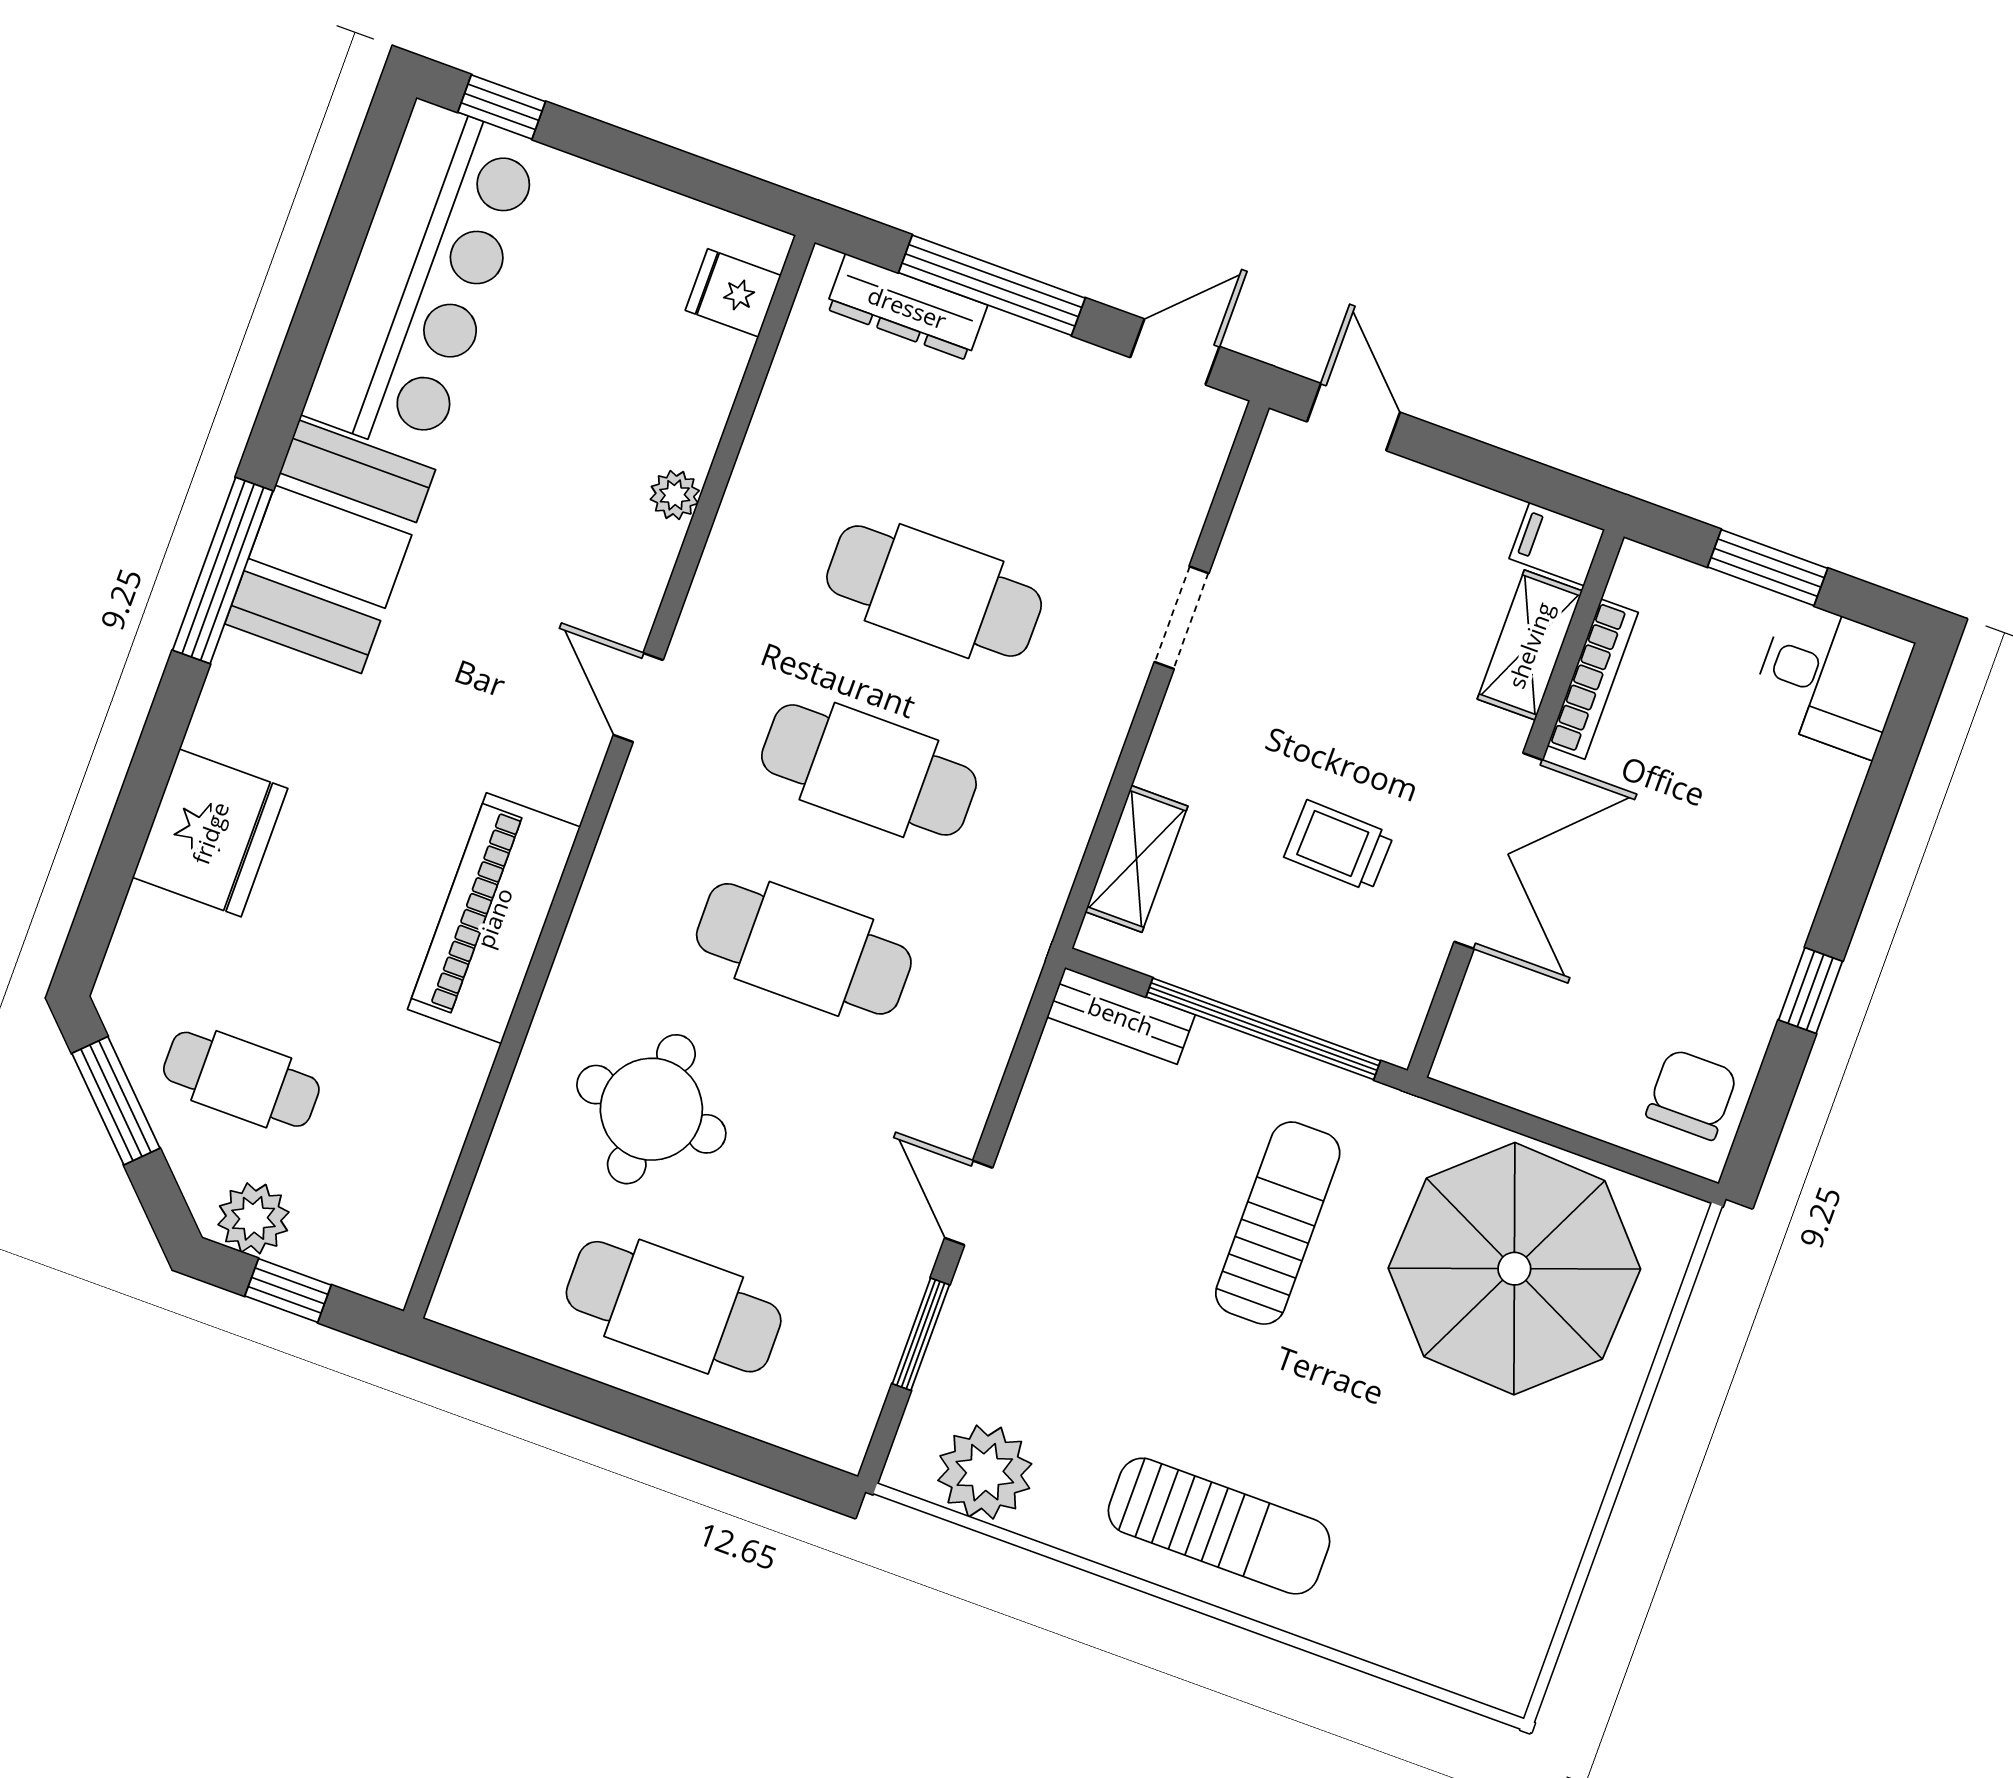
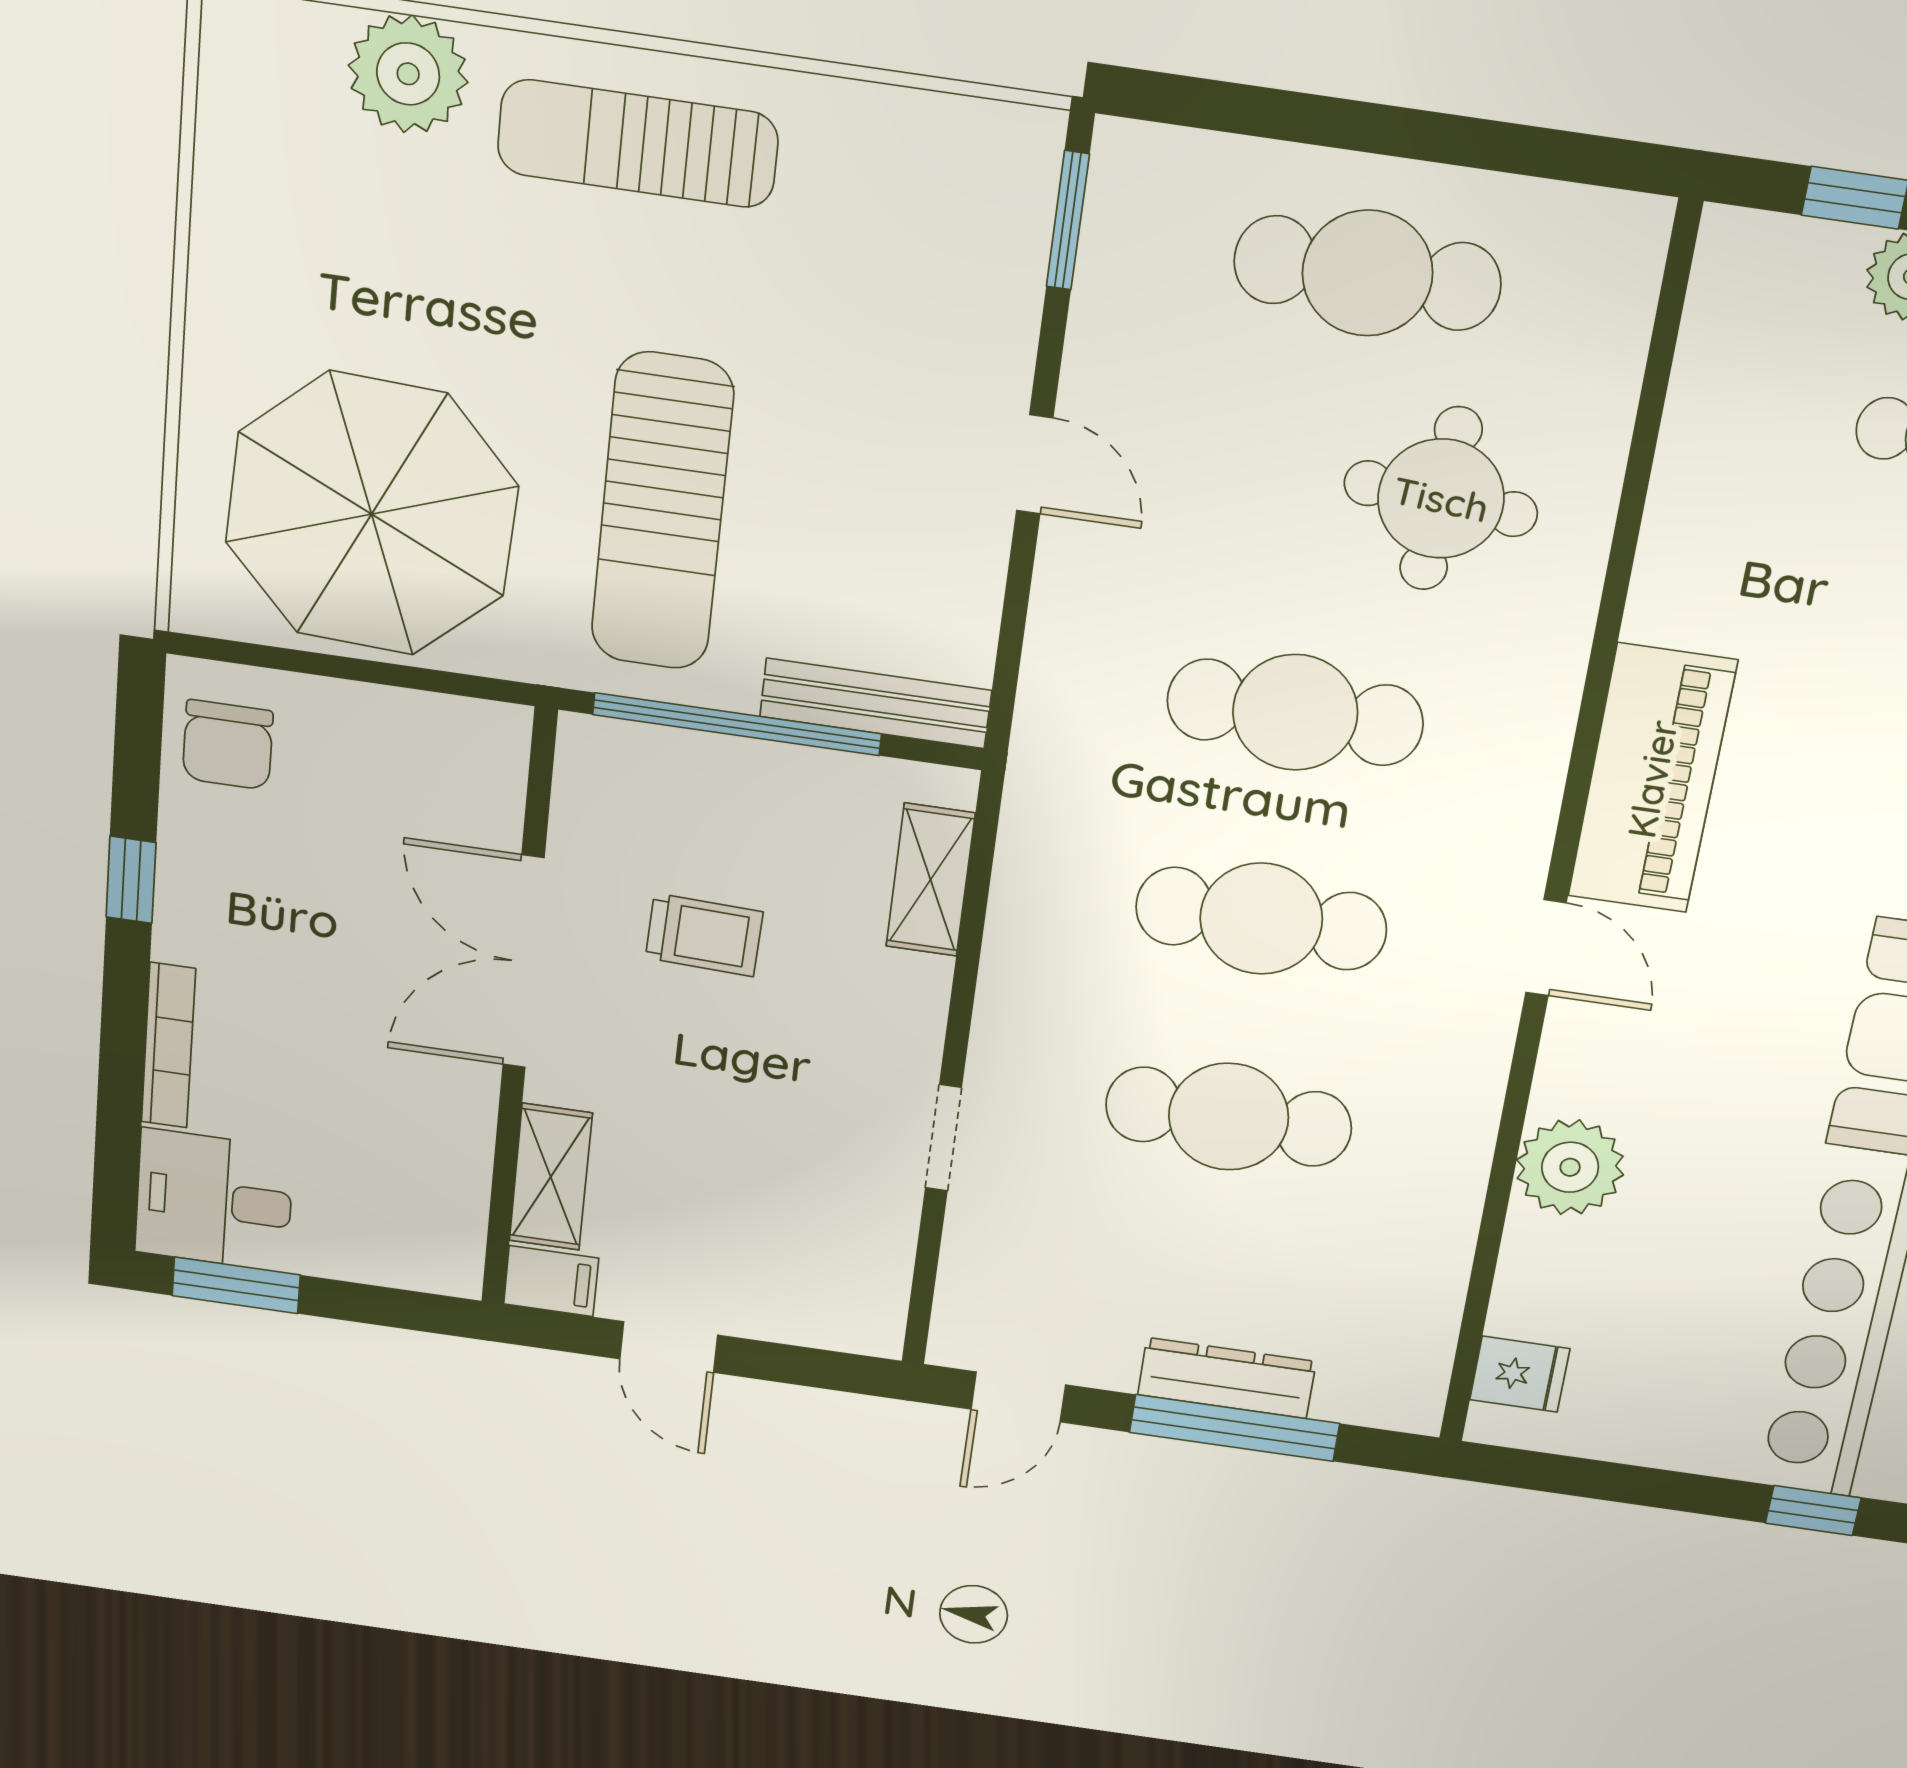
dresser: (907, 307) -> (1227, 1378), moved
door: (1354, 417) -> (669, 1347), moved
plant: (675, 495) -> (1570, 1167), width x1.88, depth x1.88
window: (1768, 568) -> (236, 1285), moved
bookcase: (1593, 679) -> (168, 1045), moved, turned 180
piano: (494, 918) -> (1652, 779), moved
bench: (1121, 1016) -> (876, 703), width x1.36
sun lounger: (1278, 1223) -> (662, 512), width x1.36, depth x1.34
window: (921, 1334) -> (1068, 220), moved
plant: (985, 1472) -> (408, 74), moved

